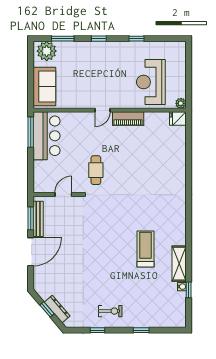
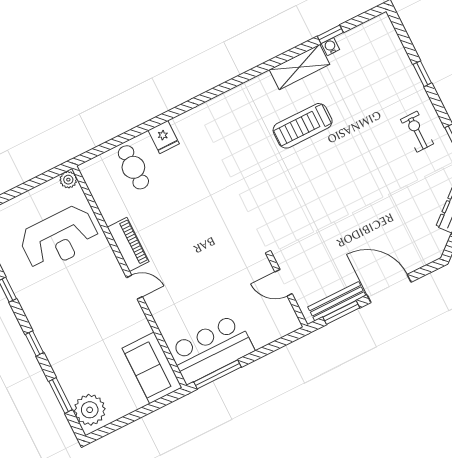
sofa: (44, 86) -> (152, 368), moved, turned -90
fridge: (178, 119) -> (164, 137), moved
cafe table: (96, 170) -> (133, 167), moved, turned 90

